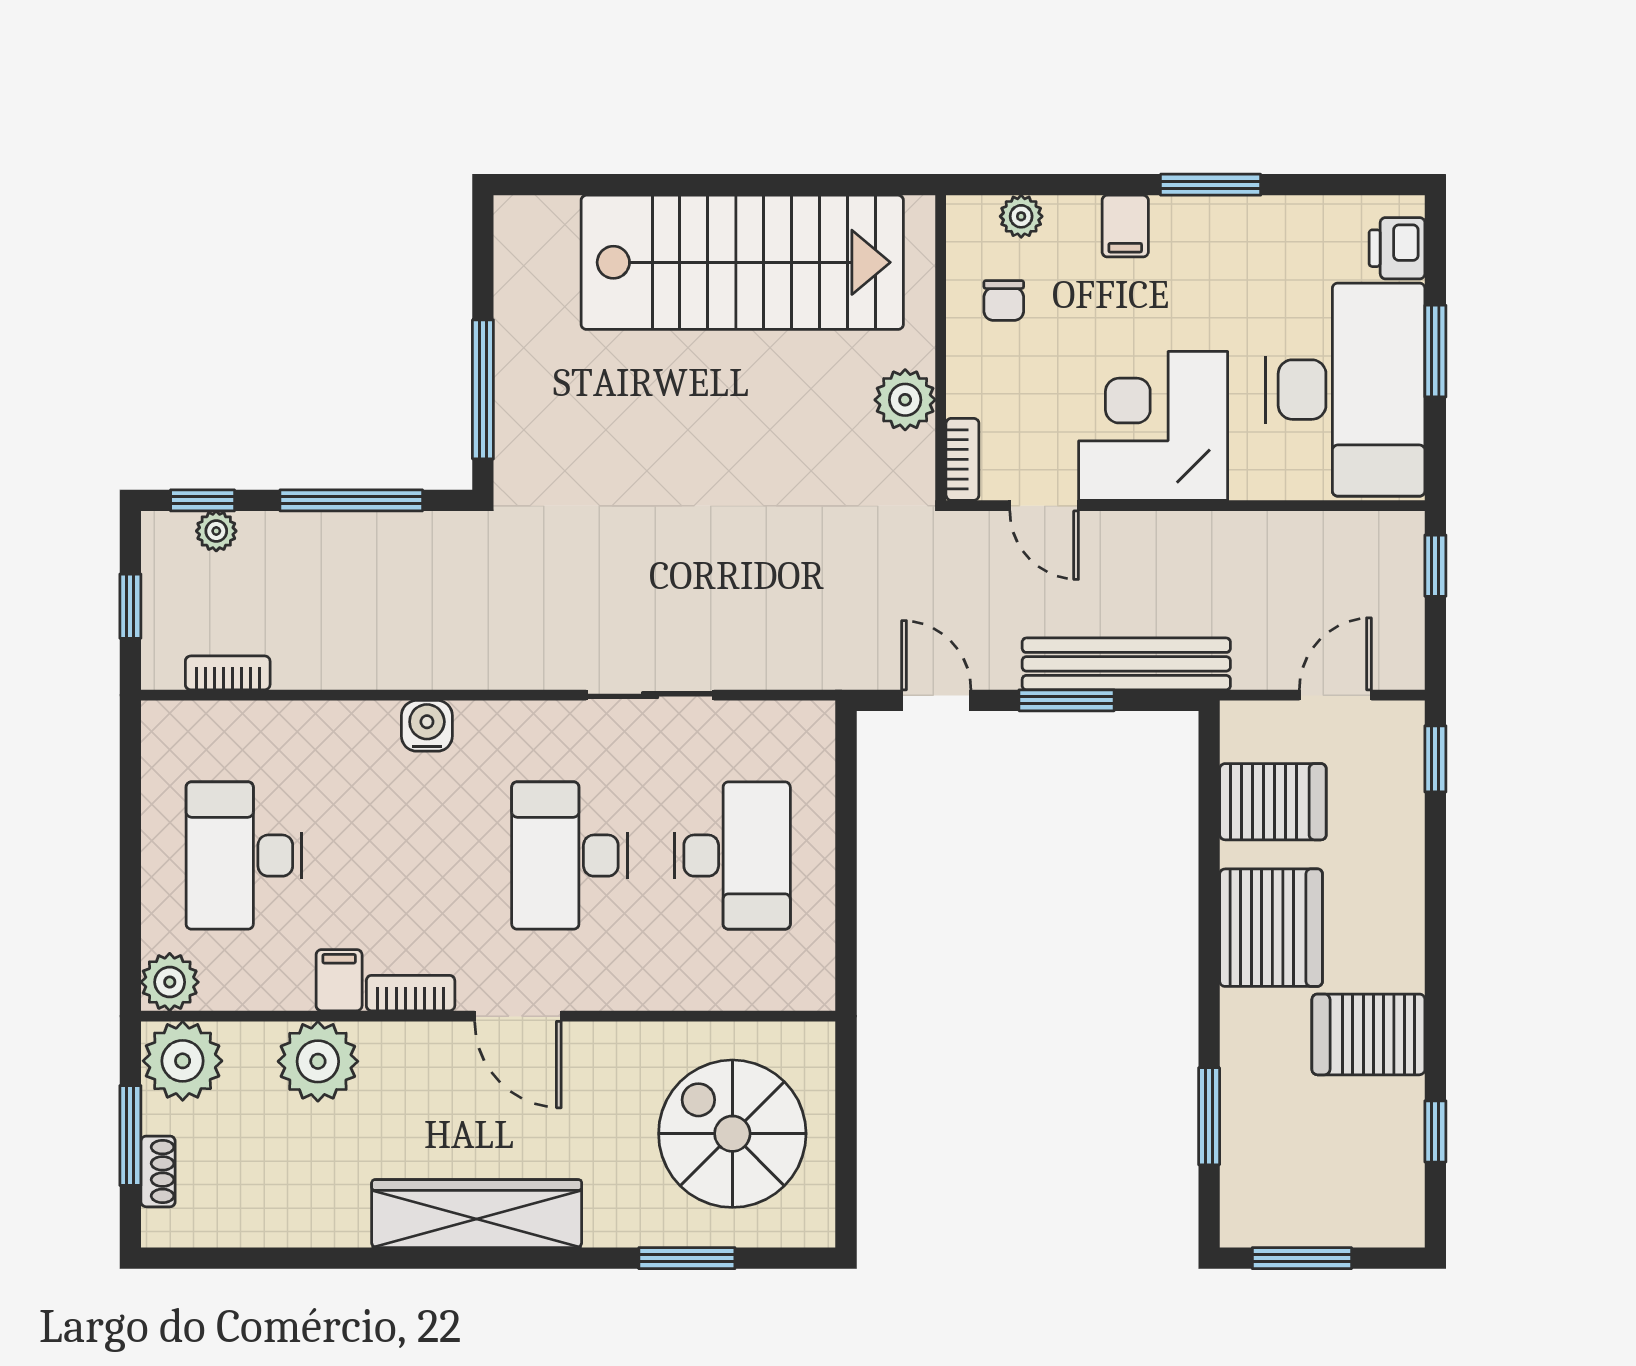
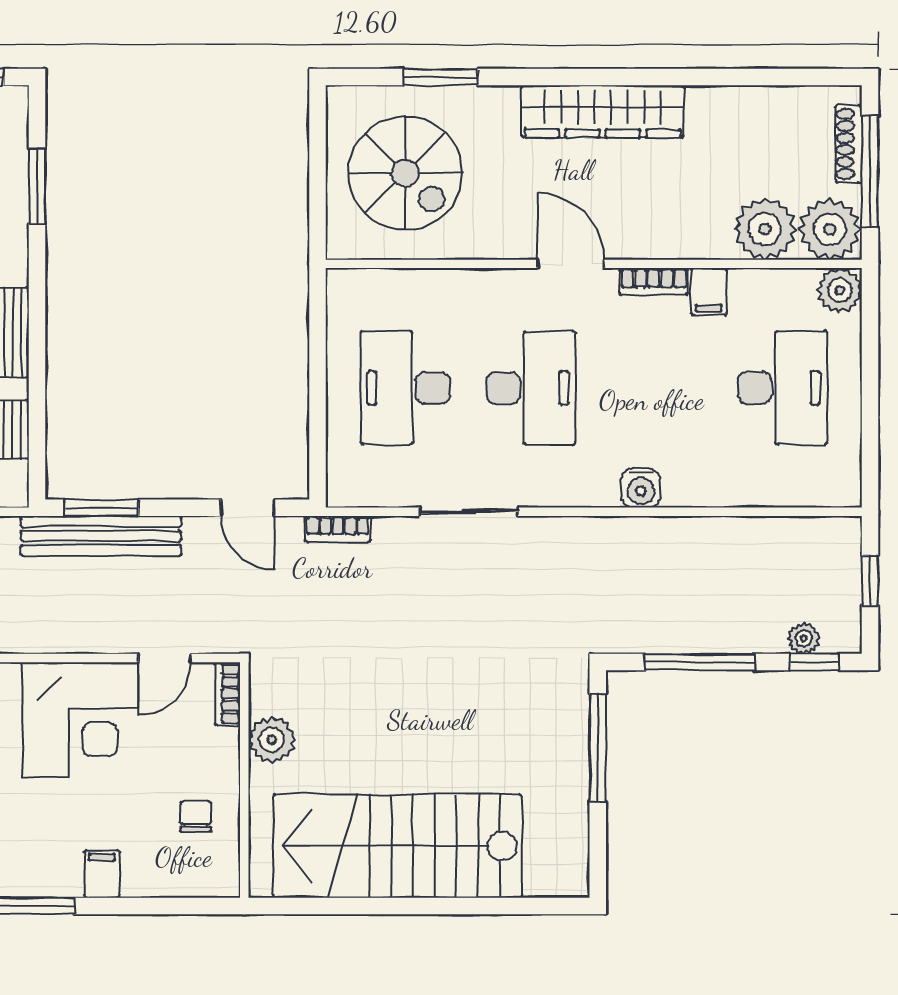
plant: (1021, 216) -> (182, 881), removed
door: (1044, 506) -> (164, 658), swing flipped
bookcase: (228, 673) -> (338, 529), moved
window: (1067, 700) -> (102, 508), moved
plant: (318, 1061) -> (765, 229), moved
window: (130, 1136) -> (870, 172), width x1.44
shoe rack: (158, 1171) -> (849, 144), width x1.43

